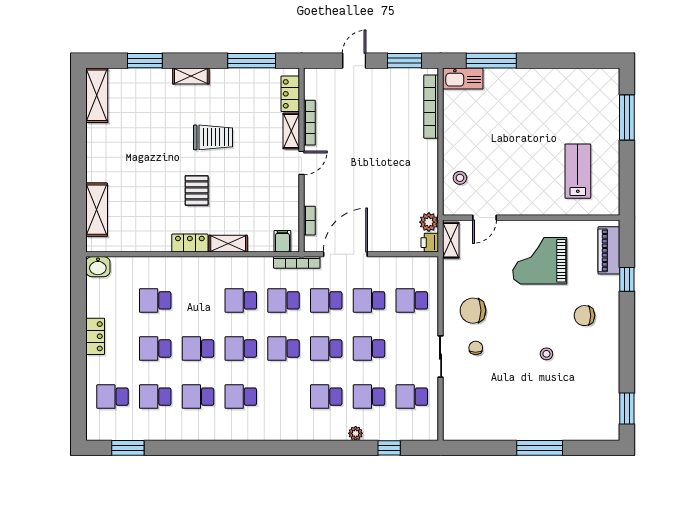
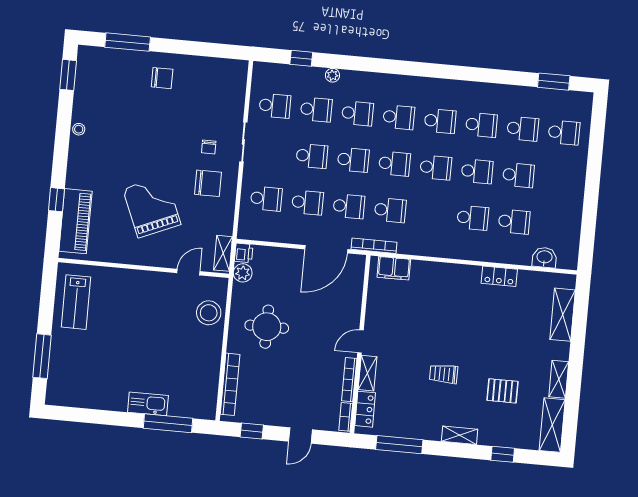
window: (145, 61) -> (503, 454), width x0.67
window: (404, 61) -> (252, 431), width x0.67
kitchen sink: (463, 79) -> (148, 404), moved
trolley: (213, 137) -> (444, 374), width x0.73, depth x0.72
round table: (399, 169) -> (267, 327), added
lab bench: (578, 171) -> (76, 302), moved
stool: (460, 178) -> (209, 313), width x1.89, depth x1.89
pallet: (197, 190) -> (503, 391), moved, turned 90
bookcase: (309, 221) -> (346, 417), moved
filing cabinet: (282, 241) -> (394, 268), width x2.00
locker: (190, 243) -> (499, 276), moved
shelving: (228, 244) -> (559, 379), moved, turned 90
piano: (609, 250) -> (75, 221), width x1.37, depth x1.33
grand piano: (540, 261) -> (152, 207), moved, turned -113
washbasin: (98, 267) -> (544, 257), moved
school desk: (241, 300) -> (473, 218), moved
chair: (584, 316) -> (162, 78), moved
locker: (95, 336) -> (575, 192), removed
stool: (546, 354) -> (79, 129), moved
school desk: (283, 397) -> (399, 117), added
window: (540, 448) -> (128, 42), moved

